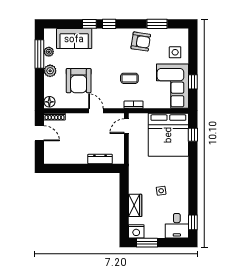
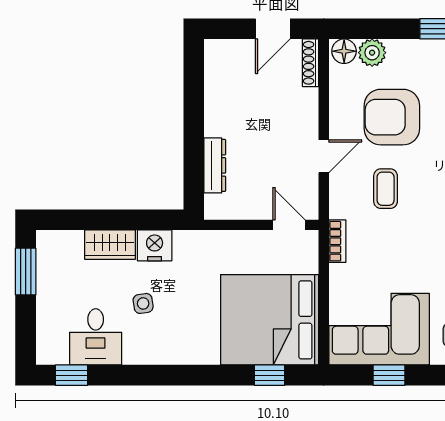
plant: (50, 71) -> (372, 53), moved
coffee table: (129, 78) -> (386, 189), moved
desk: (177, 226) -> (96, 337), moved, turned -90
nightstand: (136, 231) -> (155, 245), moved, turned 90

